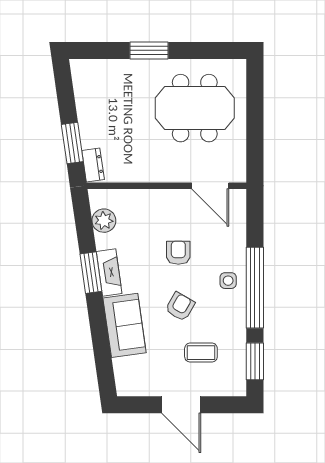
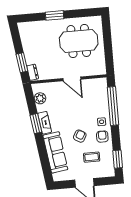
door: (210, 186) -> (72, 79), moved
armchair: (178, 253) -> (102, 137), moved
window: (255, 288) -> (113, 106), moved
sofa: (125, 325) -> (55, 152), width x1.36

